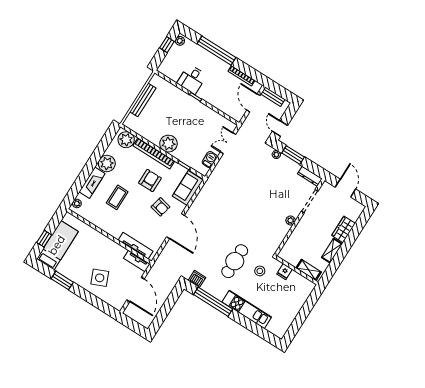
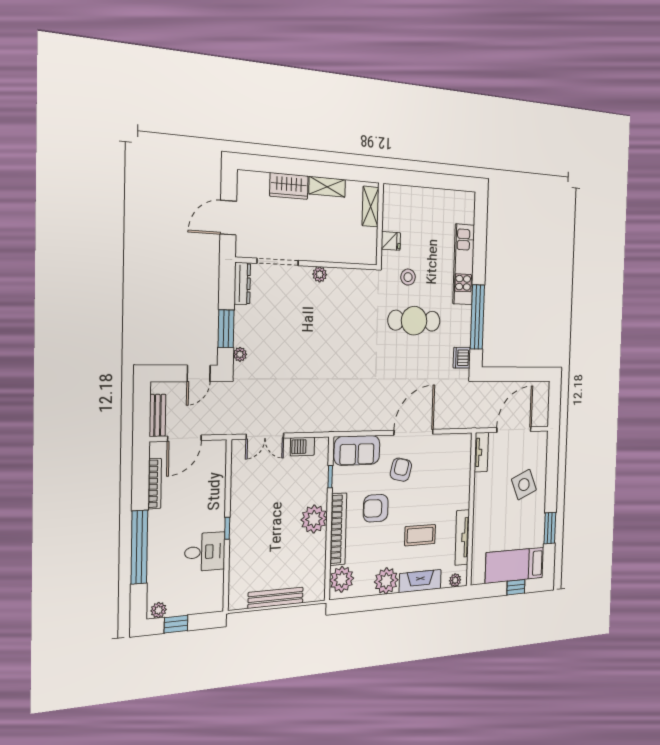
tv unit: (136, 246) -> (462, 538), moved

